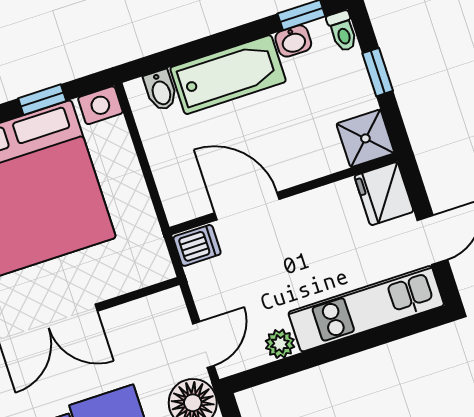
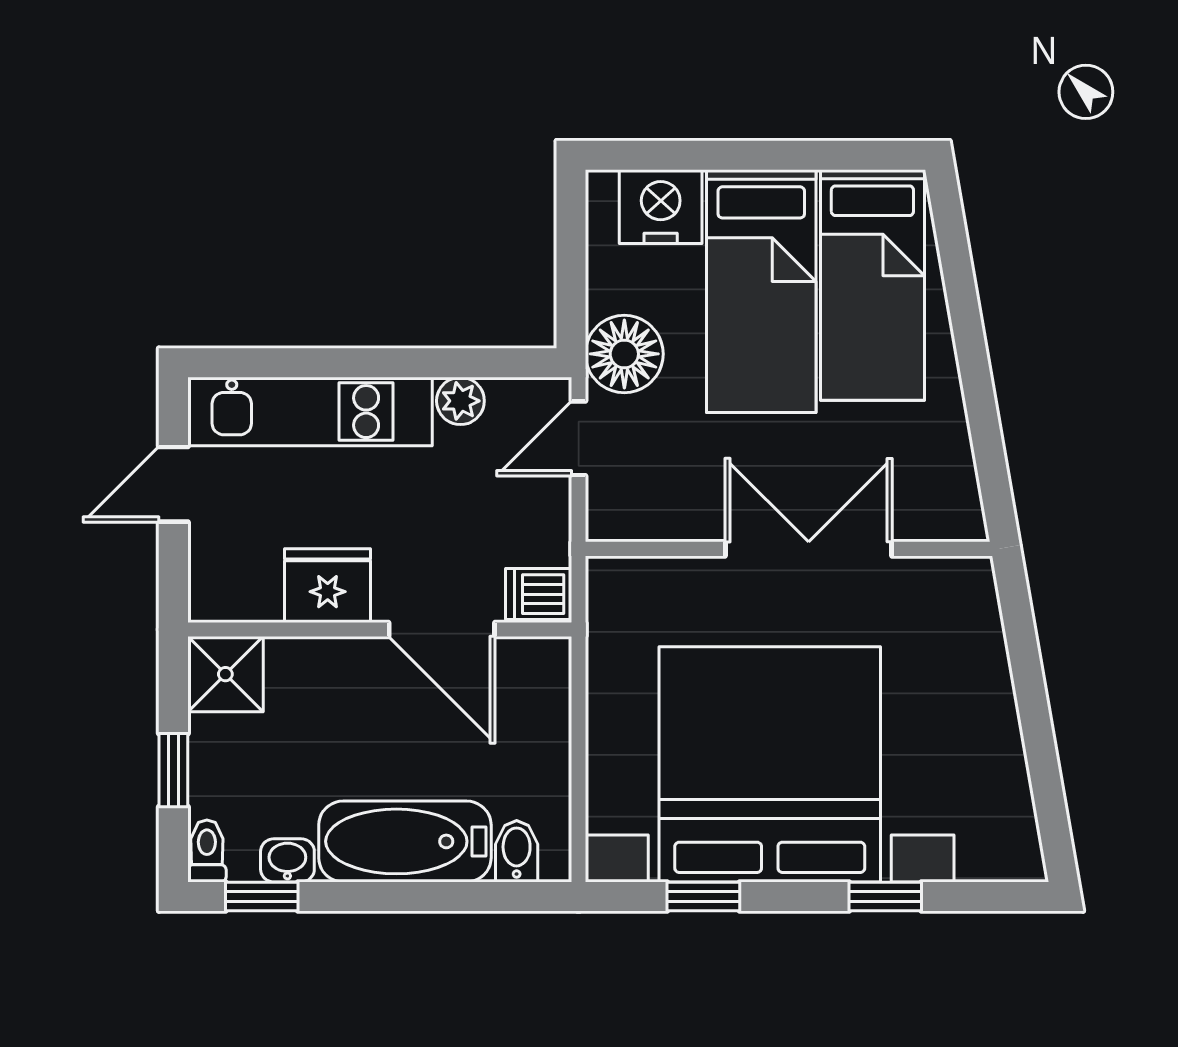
fridge: (384, 194) -> (328, 586), moved, turned -90

